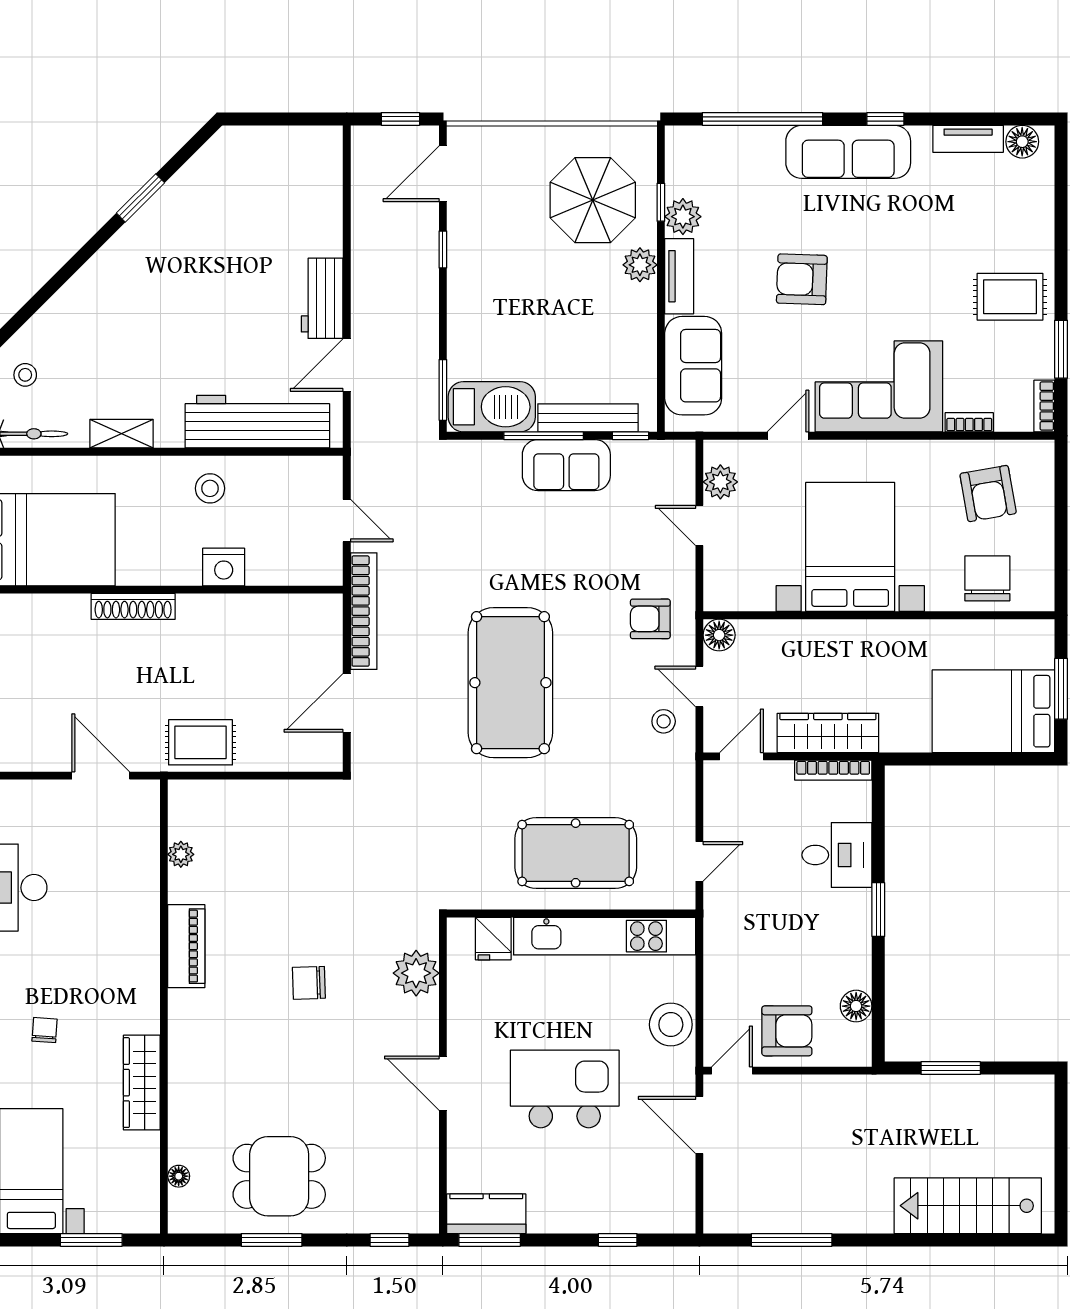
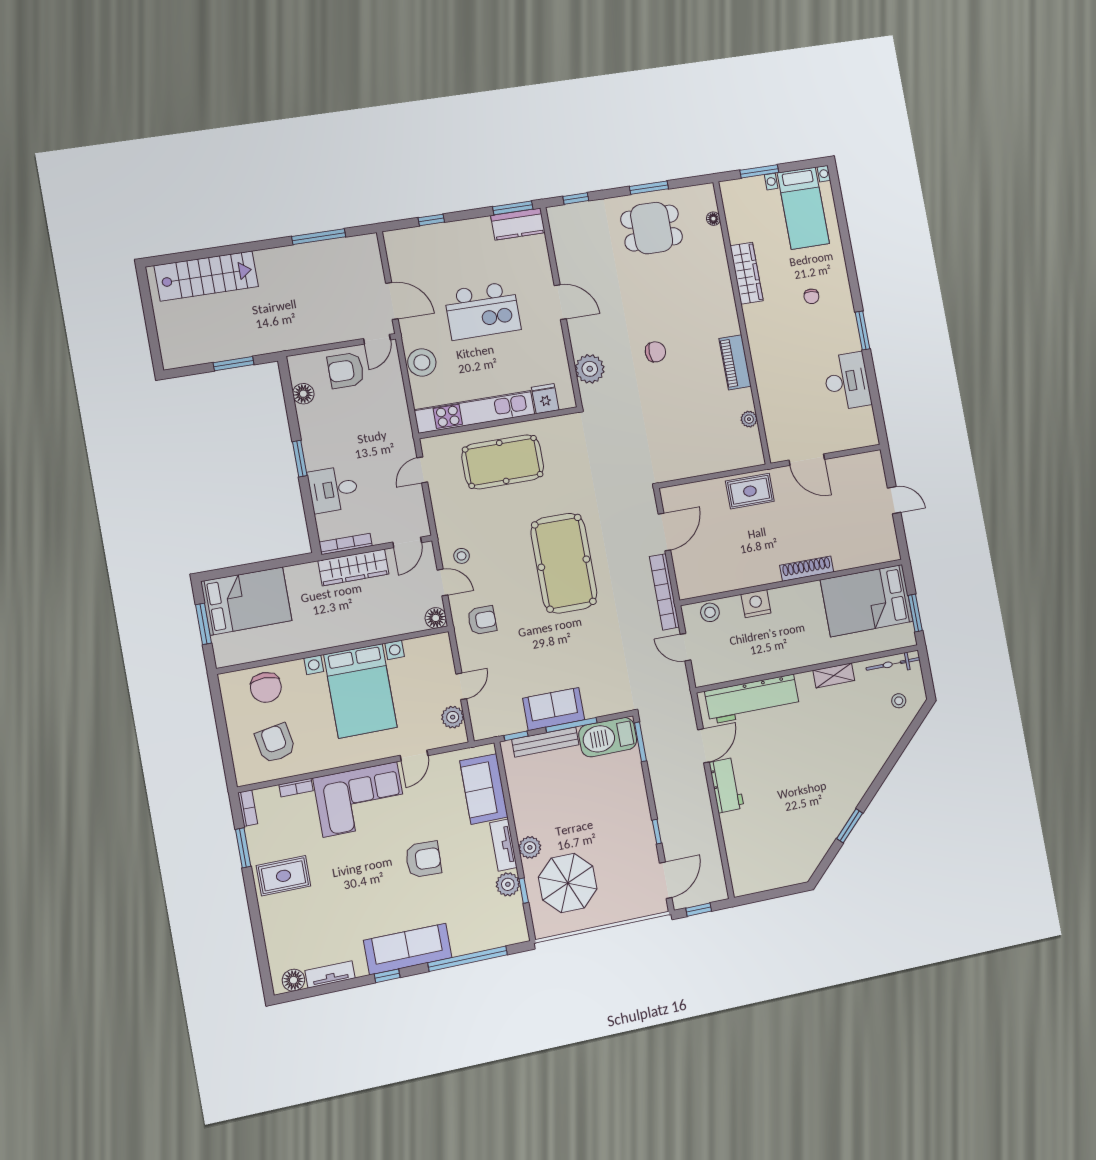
stool: (210, 488) -> (710, 612), moved
door: (699, 526) -> (461, 686), hinge flipped

